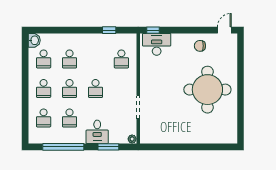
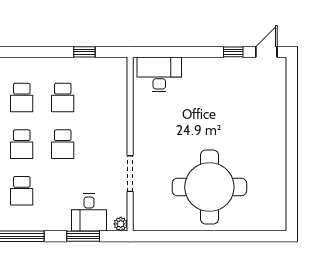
window: (153, 30) -> (233, 52), moved
chair: (200, 46) -> (228, 77), removed
school desk: (121, 59) -> (63, 98), moved
round table: (207, 90) -> (209, 187), moved
desk: (97, 132) -> (89, 213), moved

